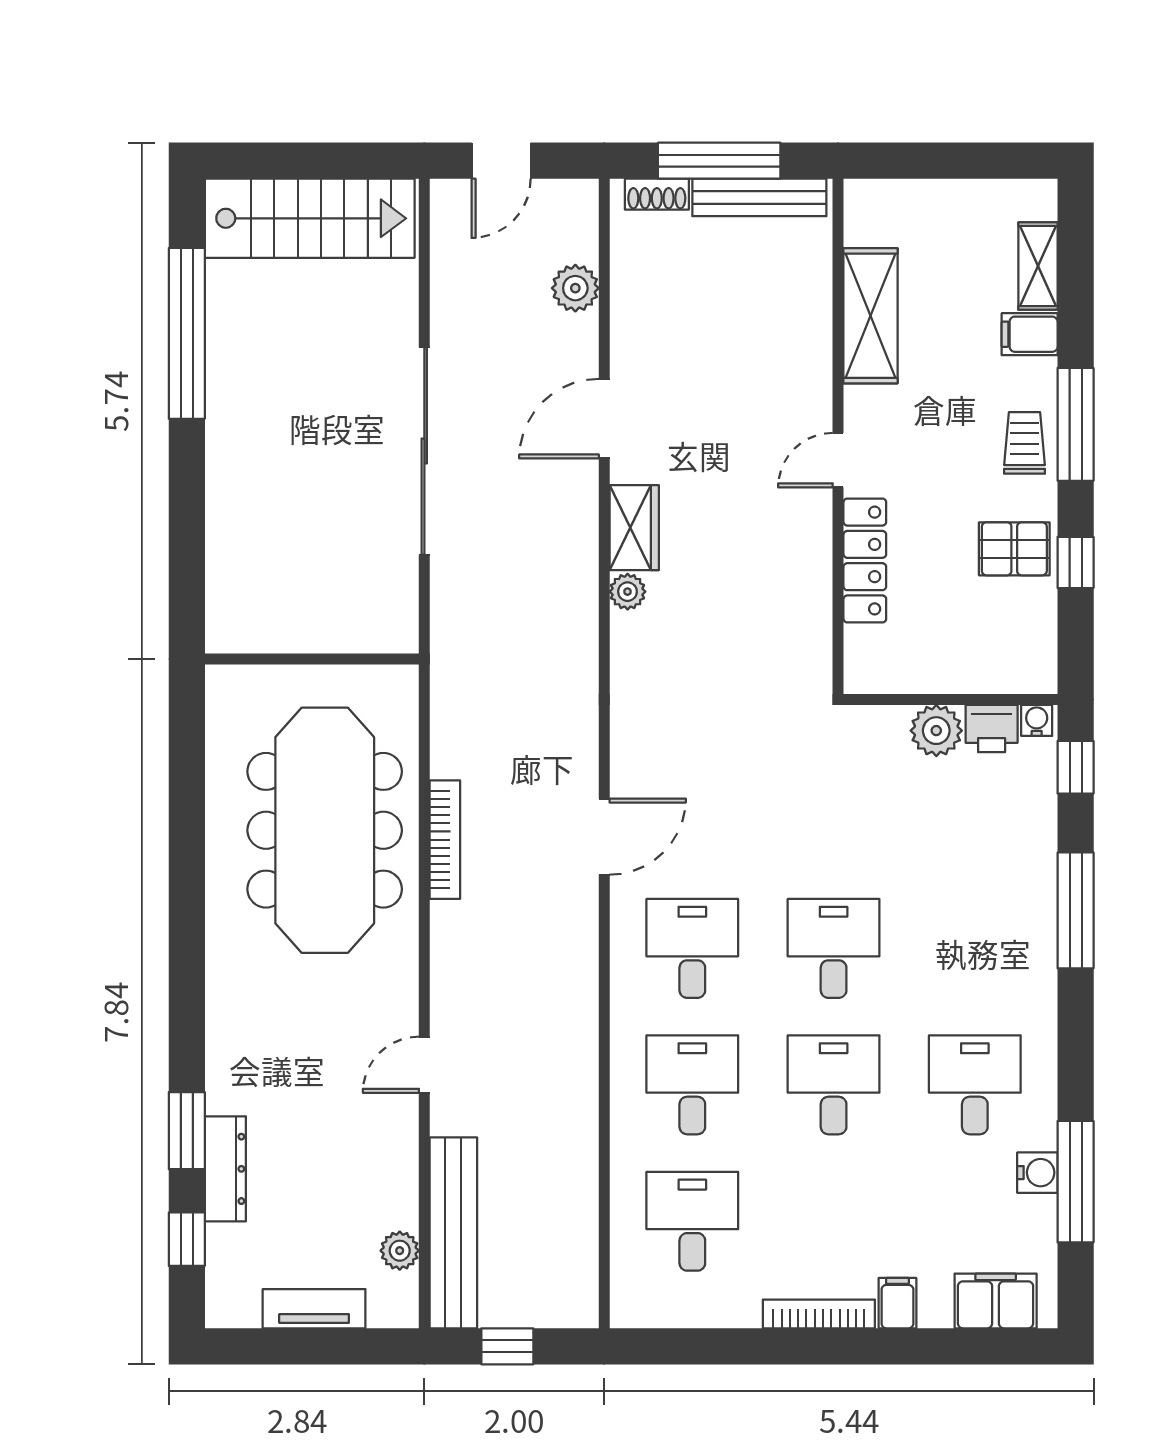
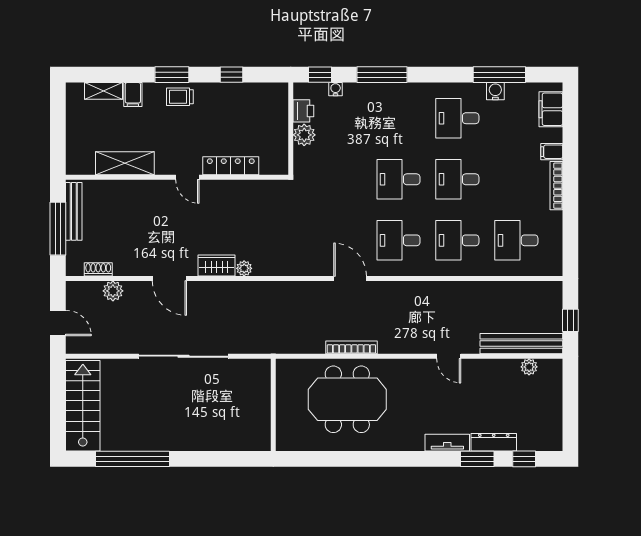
shoe rack: (657, 194) -> (98, 269), moved, turned -90
window: (1076, 424) -> (172, 75), width x0.69
pallet: (1014, 549) -> (226, 101), removed
water cooler: (1037, 720) -> (336, 89), moved, turned 90
meeting table: (325, 830) -> (347, 399), width x0.73
tv unit: (314, 1309) -> (447, 443), moved, turned 90

